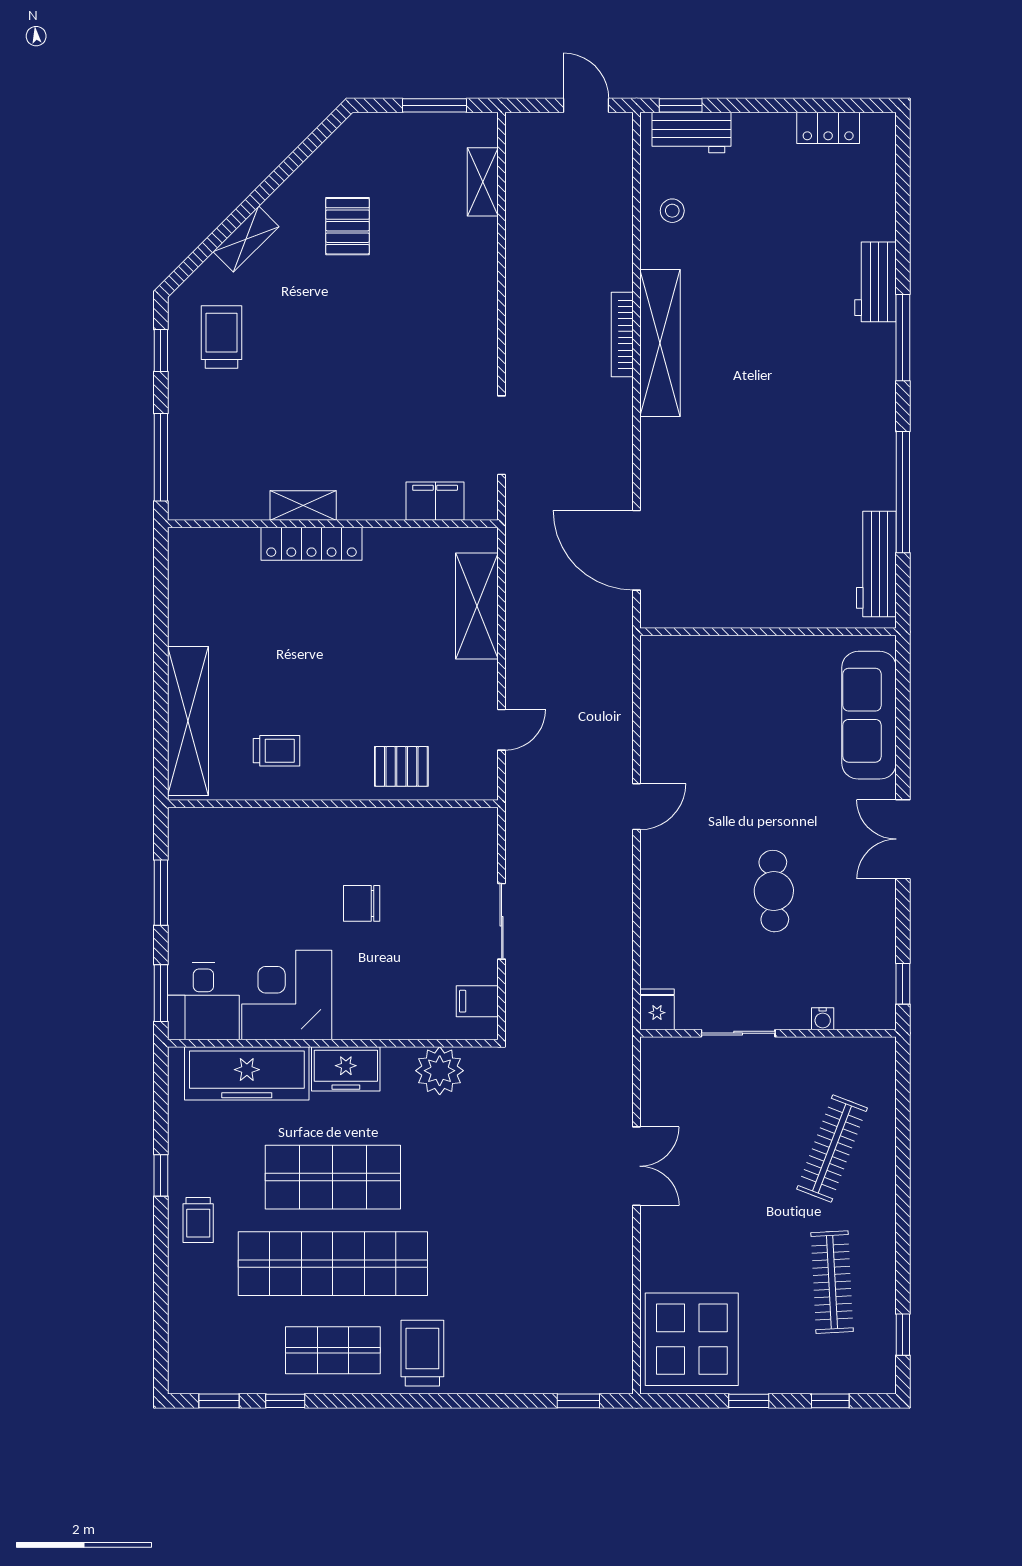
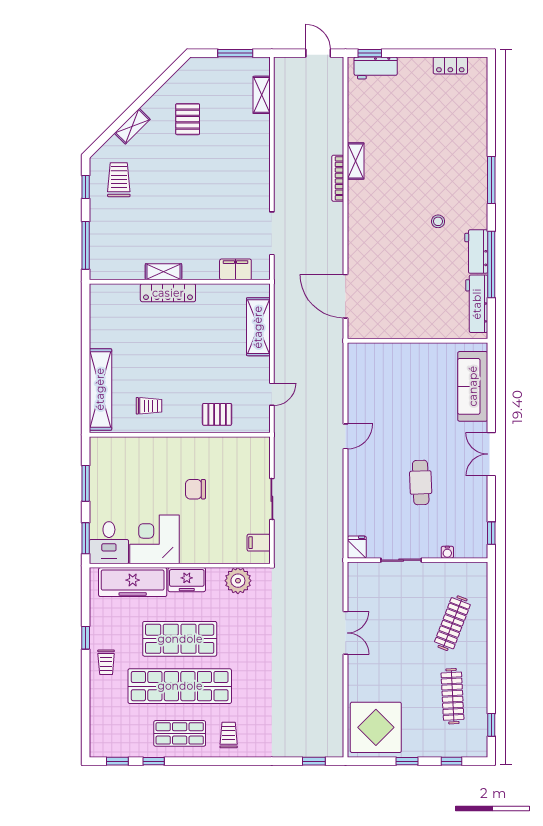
stool: (672, 211) -> (438, 221), moved
workbench: (876, 282) -> (476, 252), moved
shelving: (660, 343) -> (356, 161), width x0.45, depth x0.75
trolley: (422, 1353) -> (229, 735), width x0.73, depth x0.72

